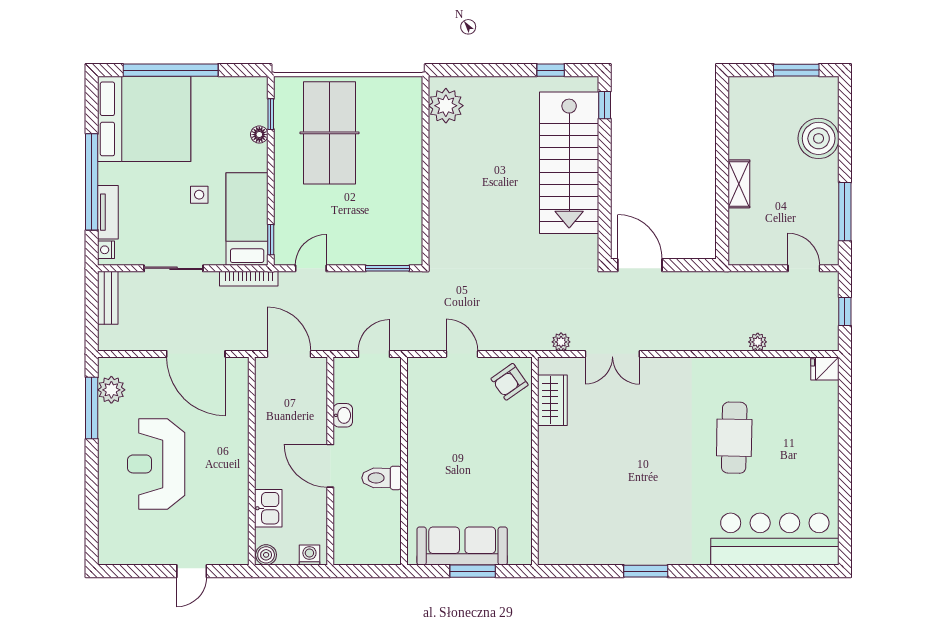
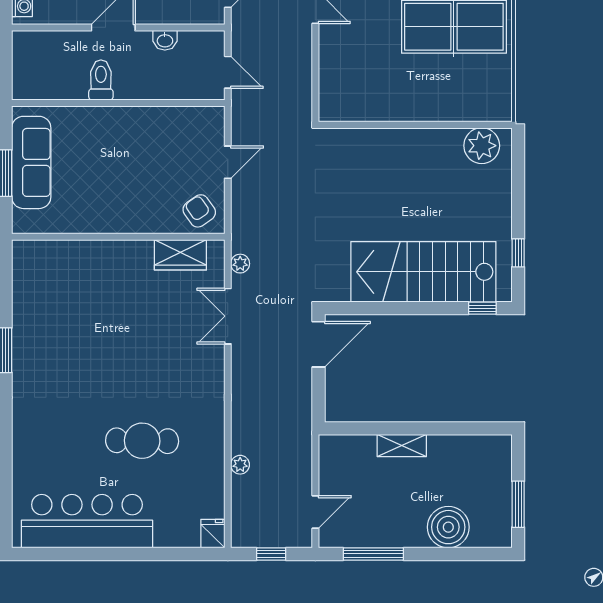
window: (388, 268) -> (315, 86), removed
bar counter: (775, 539) -> (87, 521), moved, turned -90

